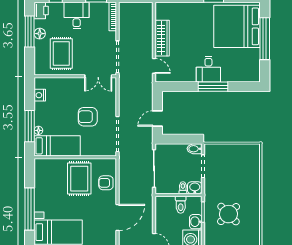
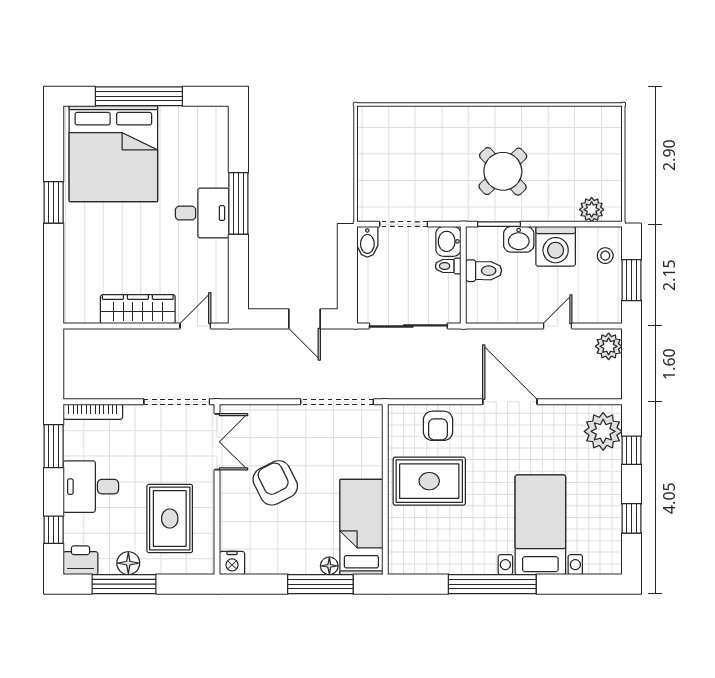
rug: (61, 54) -> (170, 518), turned 90
nightstand: (40, 95) -> (232, 563), moved
armchair: (88, 117) -> (275, 483), moved, turned 153

